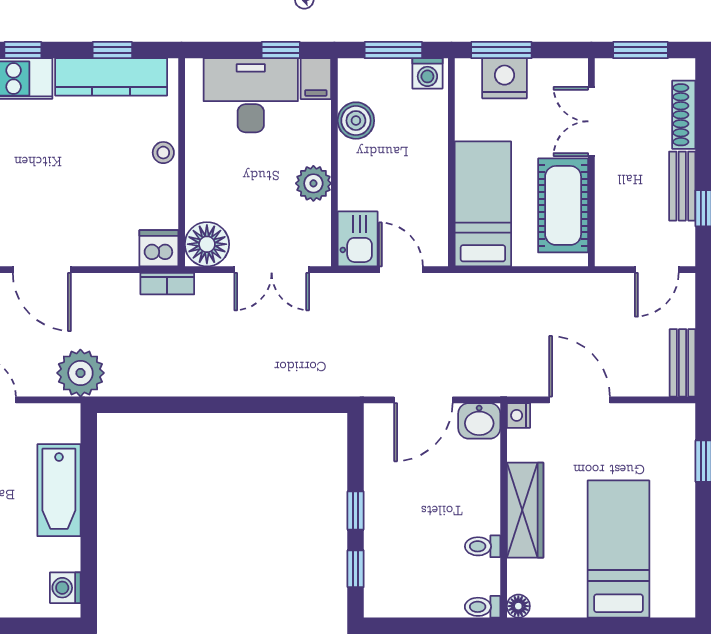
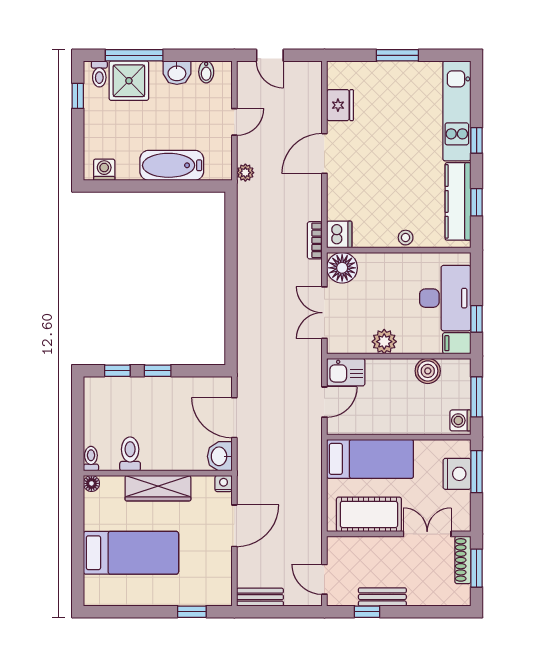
shoe rack: (684, 115) -> (463, 560), moved, turned -90
plant: (80, 373) -> (245, 173), width x0.53, depth x0.53
toilet: (483, 546) -> (130, 454), width x1.37, depth x1.39

